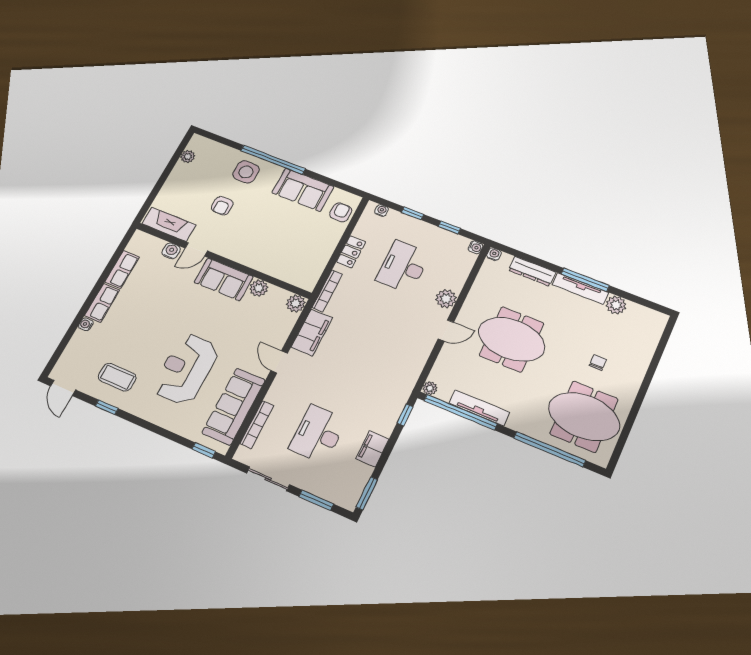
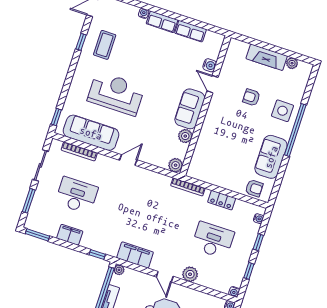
fireplace: (169, 224) -> (267, 57), moved, turned 90
filing cabinet: (312, 332) -> (135, 255), moved, turned 180

